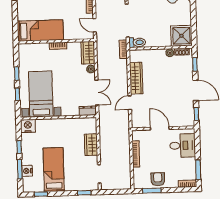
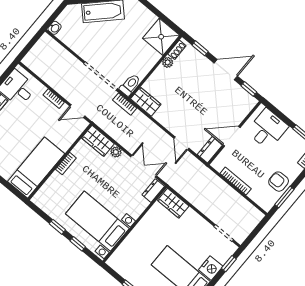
wardrobe: (136, 78) -> (146, 102), moved, width x0.67
dresser: (141, 123) -> (210, 150), added
nightstand: (28, 126) -> (211, 268), moved, turned 180
wardrobe: (91, 145) -> (173, 203), moved

